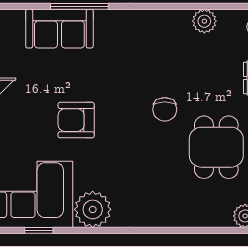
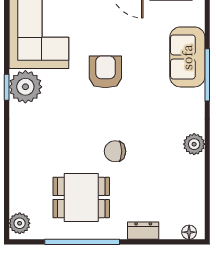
plant: (204, 21) -> (194, 144), moved
window: (39, 230) -> (7, 87), moved

